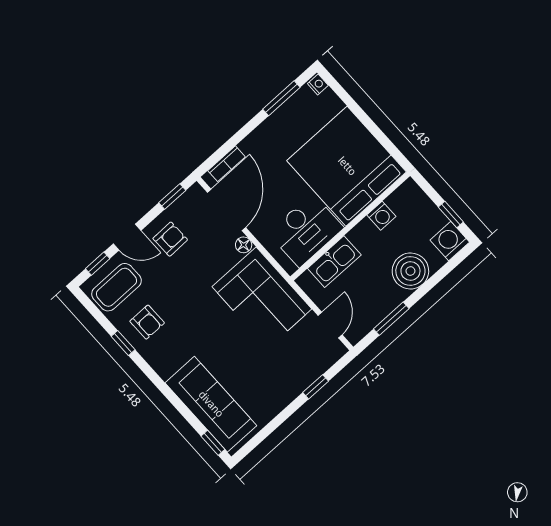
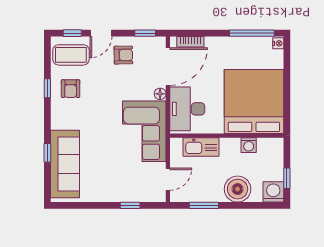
window: (281, 98) -> (252, 33), width x1.44
desk: (306, 230) -> (187, 109), moved, turned 90
door: (127, 237) -> (101, 33), hinge flipped
window: (213, 443) -> (47, 153), moved

